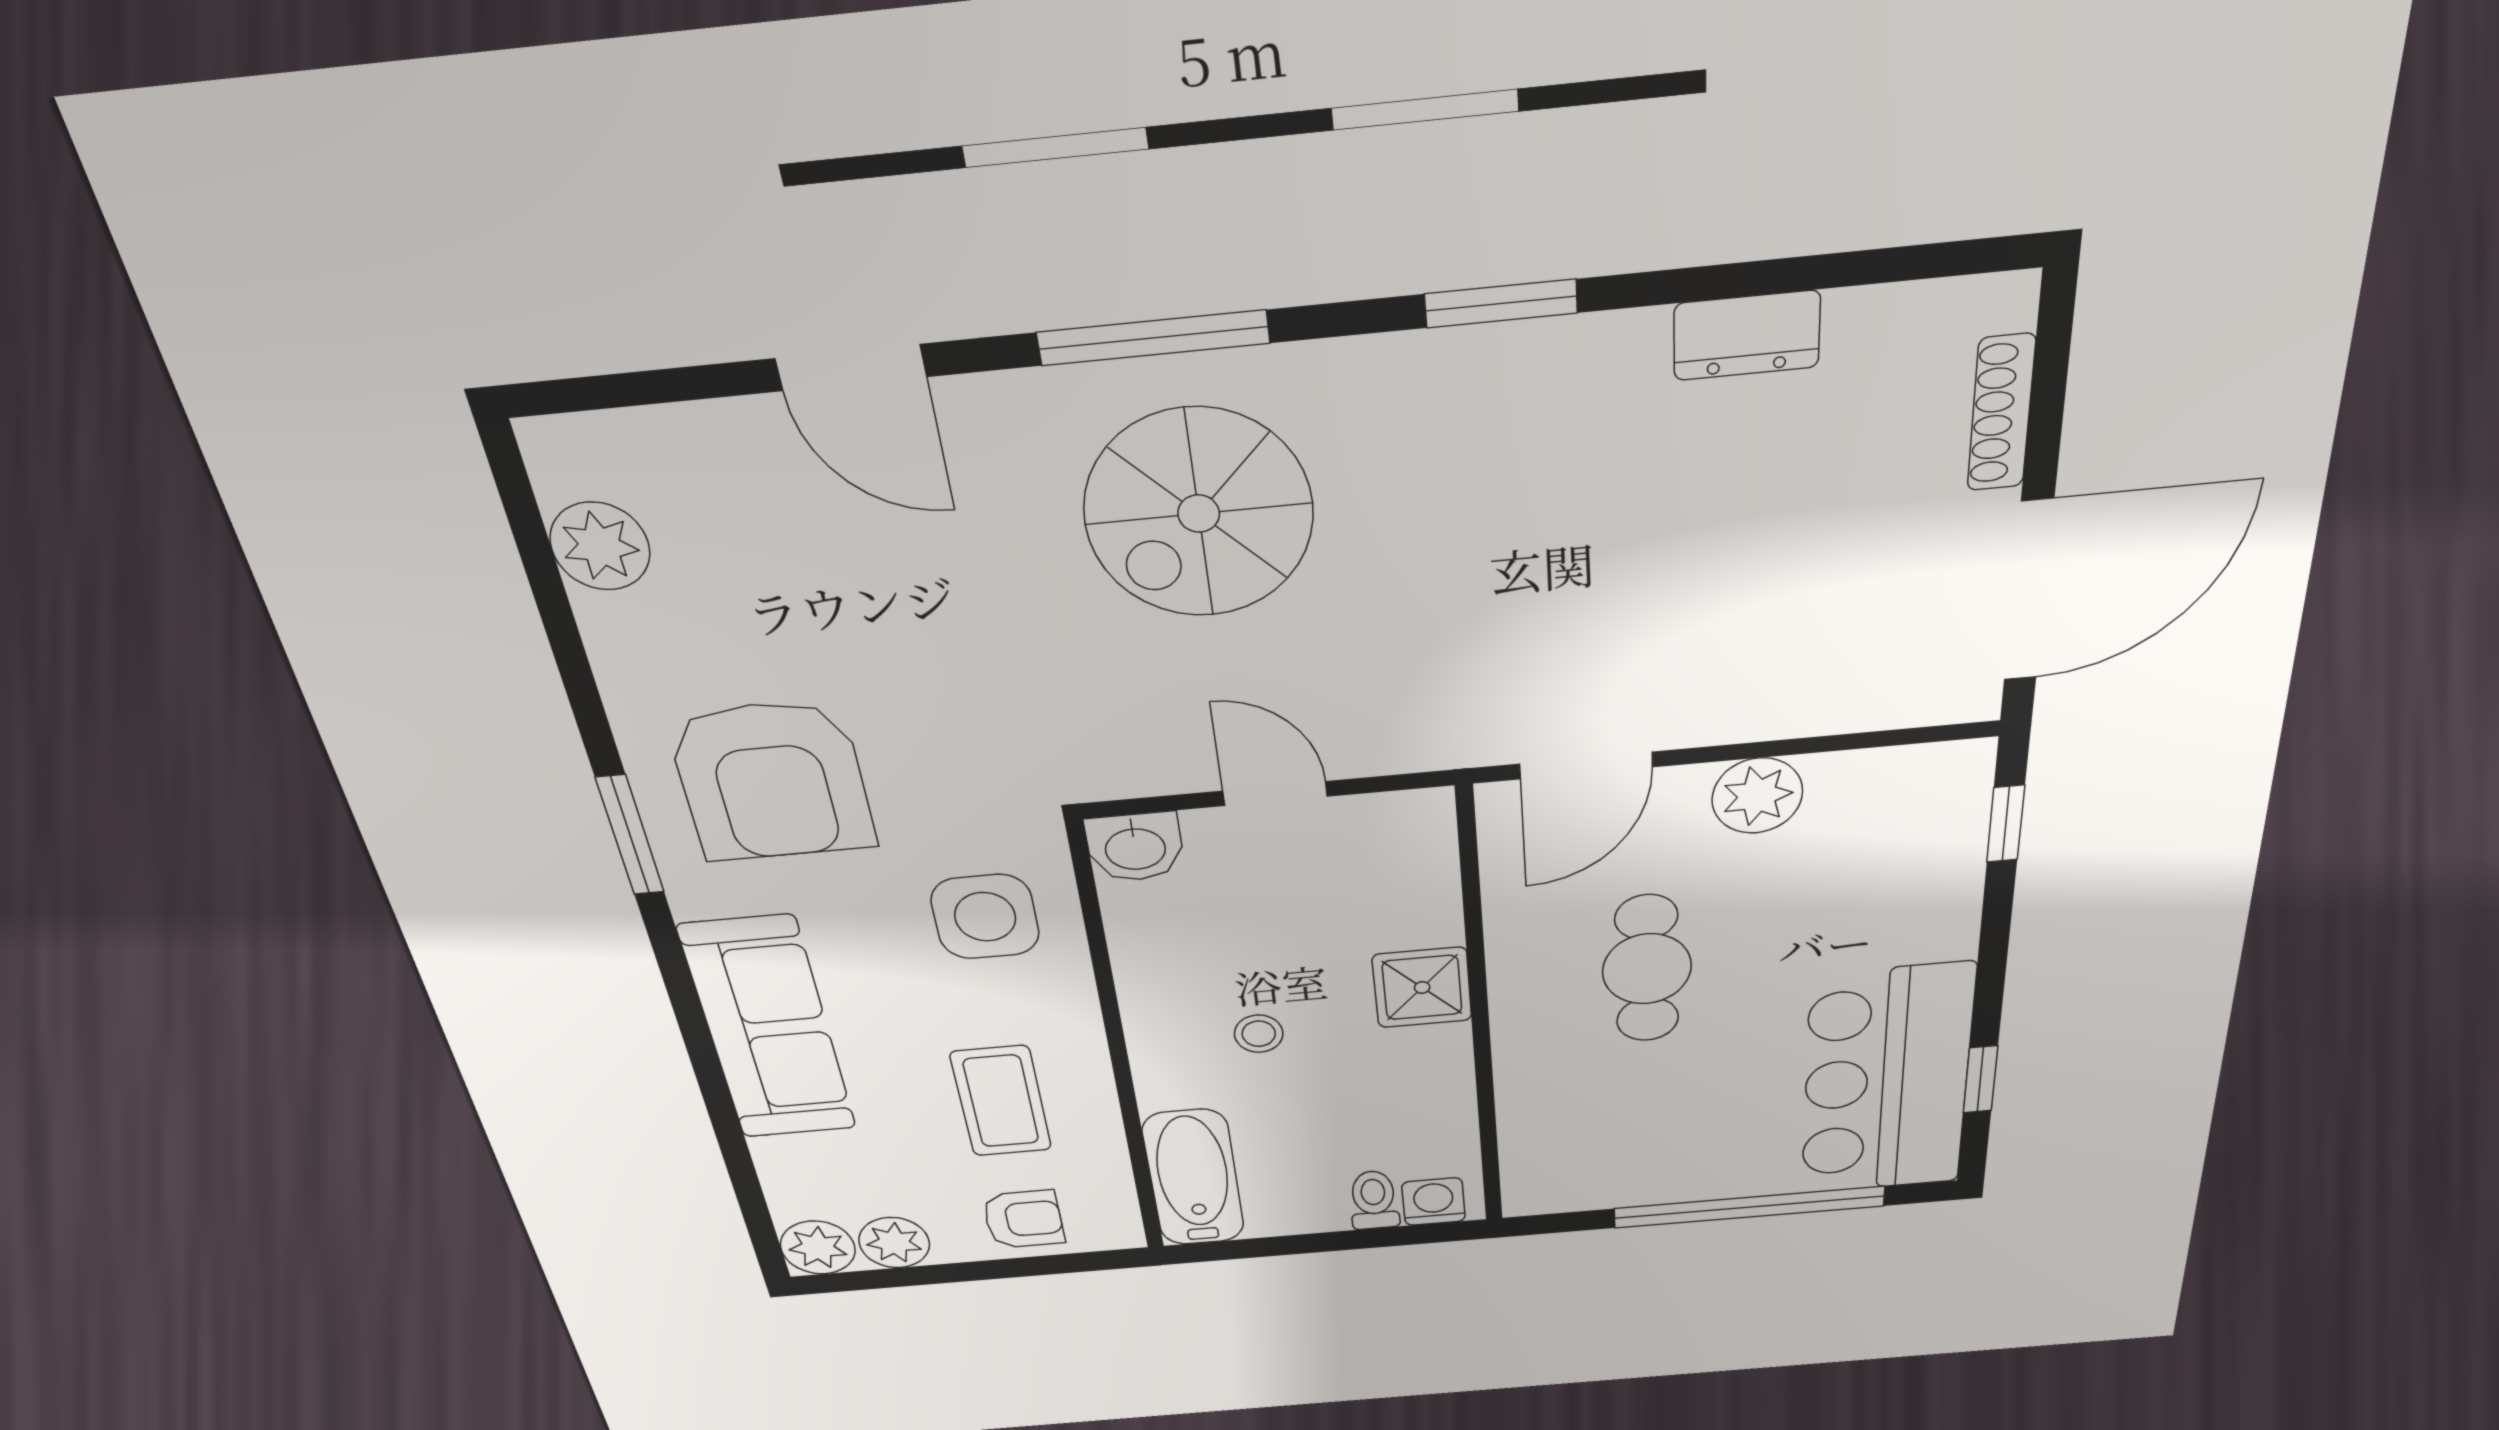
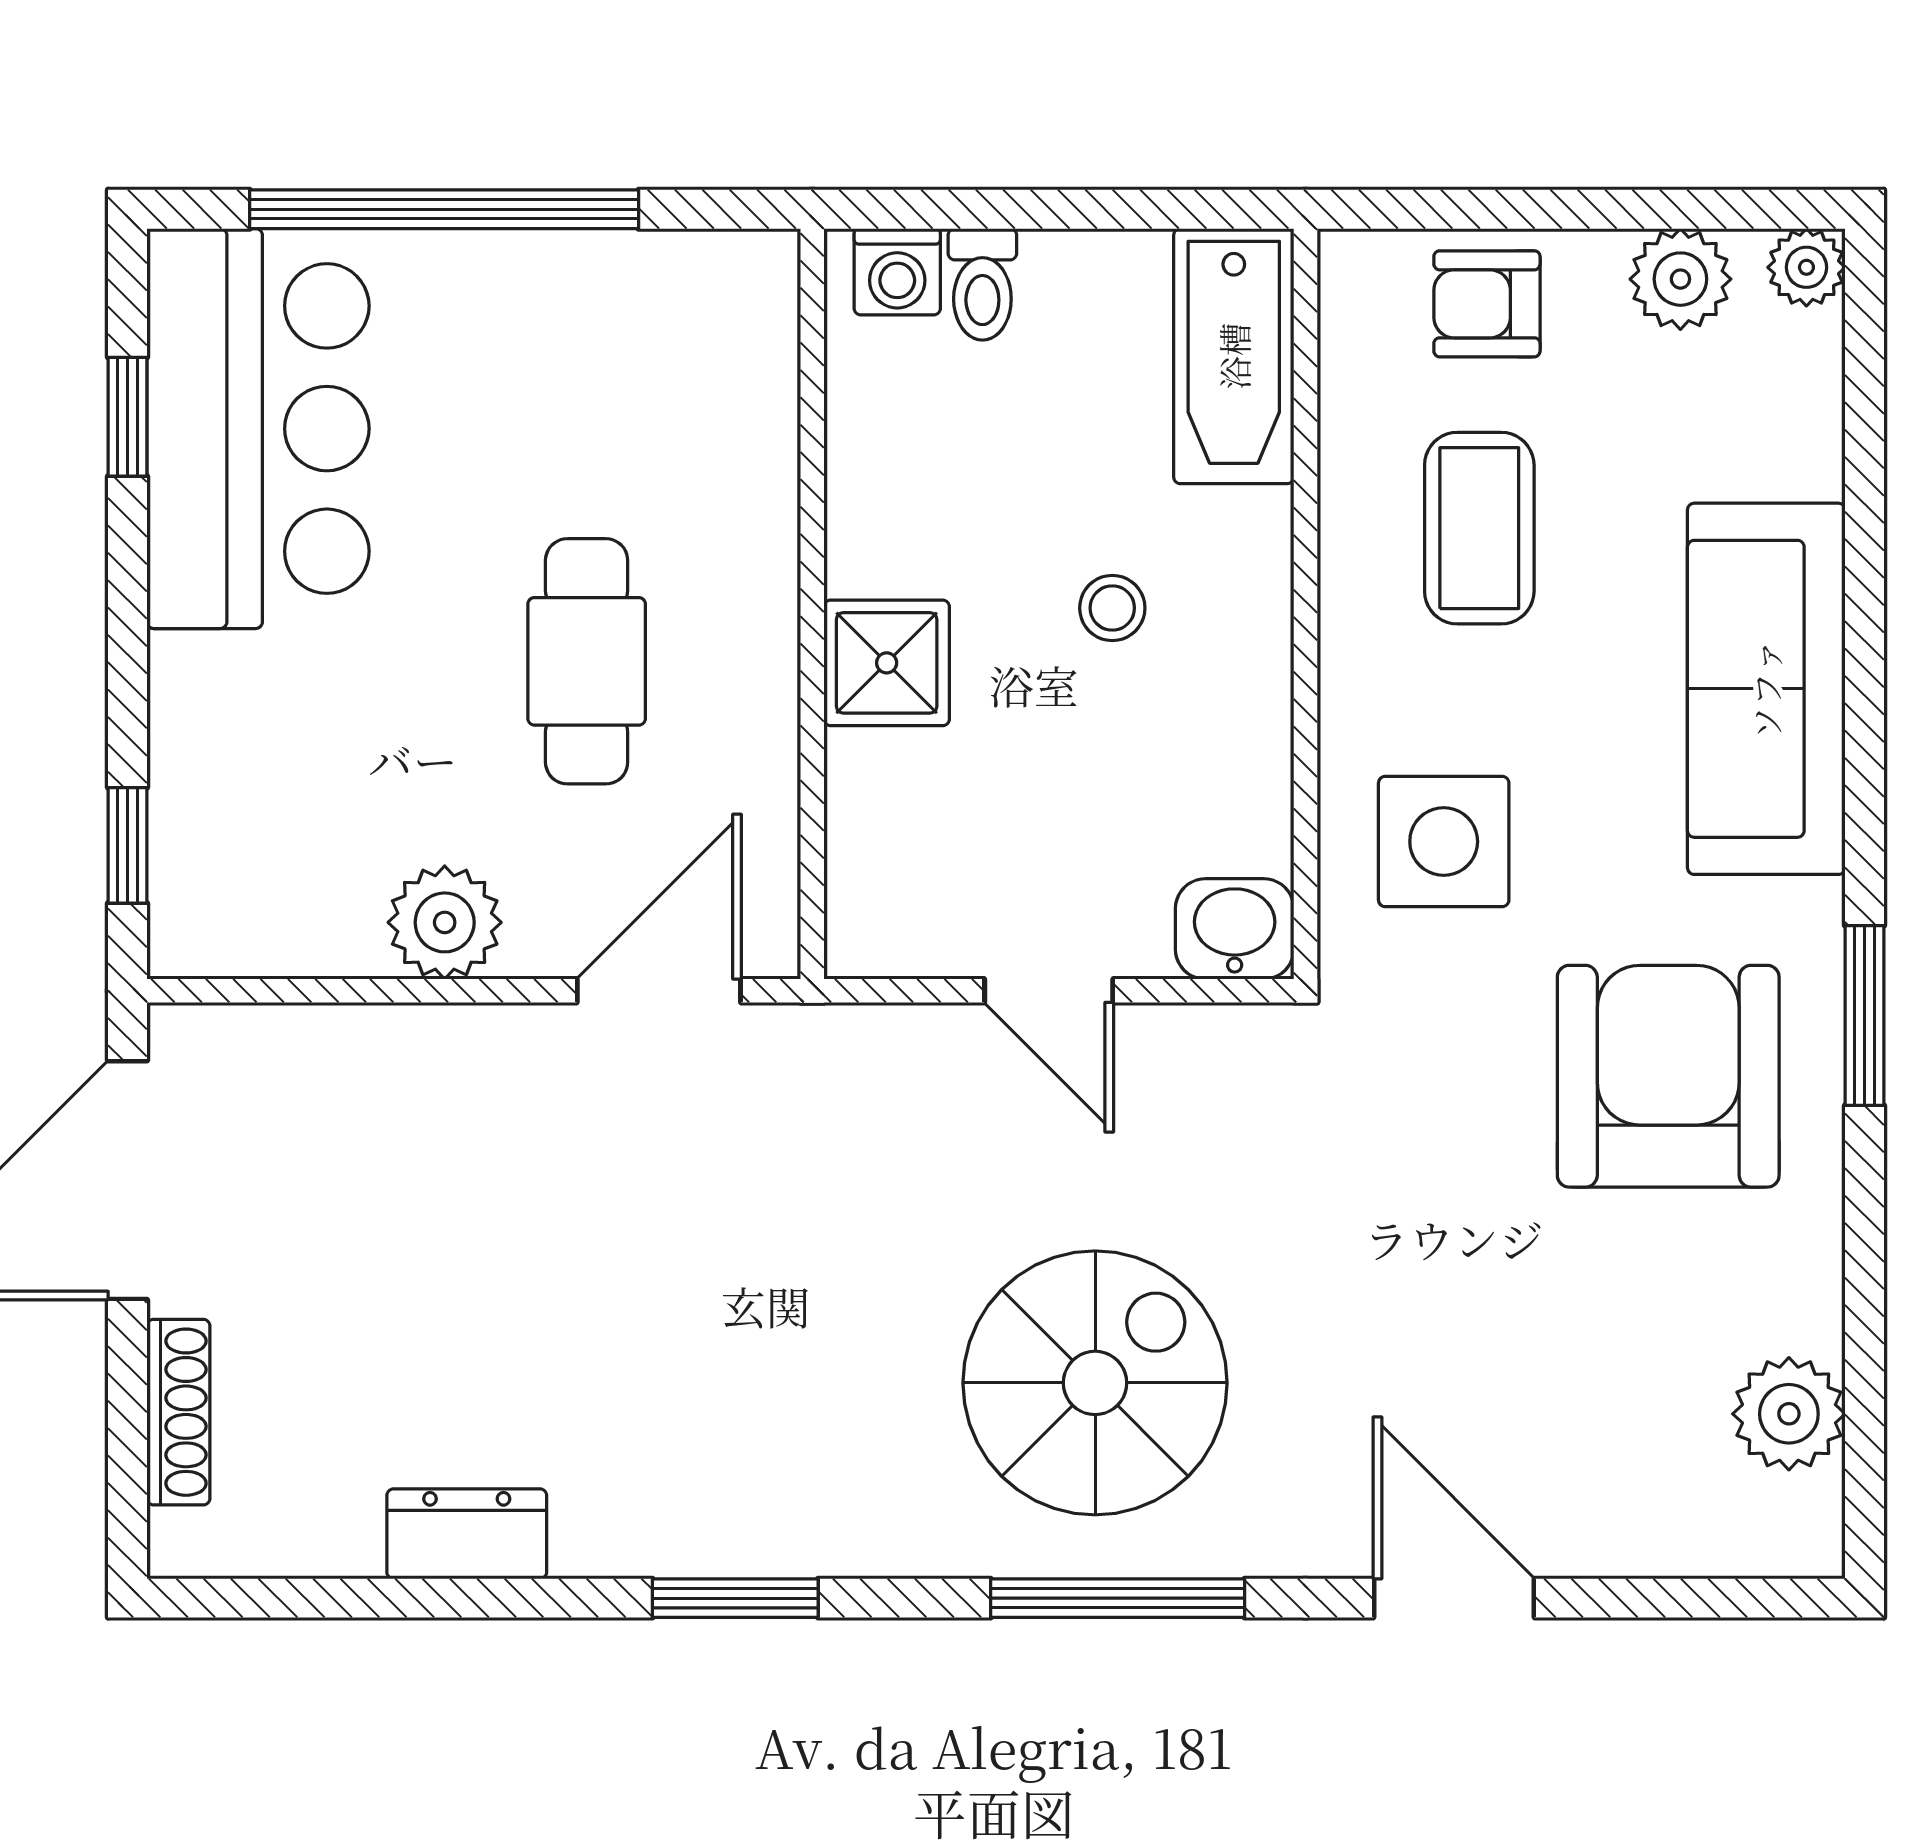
plant: (818, 1248) -> (1806, 267), width x0.73, depth x0.73

